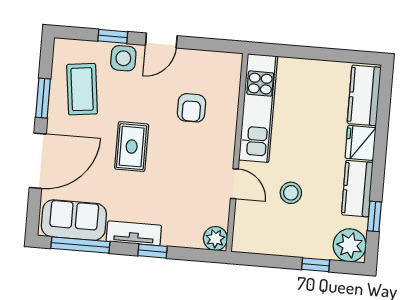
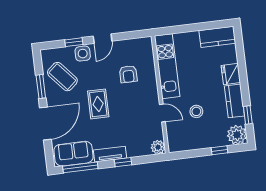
coffee table: (82, 89) -> (62, 77), turned -34
kitchen counter: (364, 95) -> (217, 37), moved, turned -90

